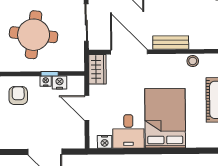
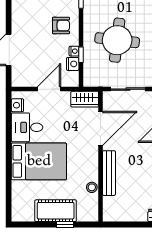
bench: (171, 43) -> (109, 173), width x1.36

